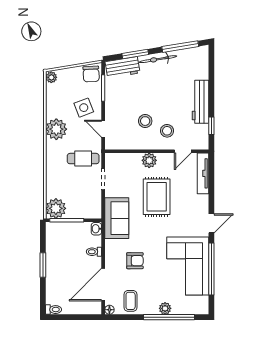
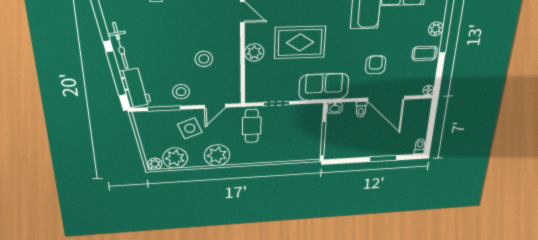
window: (135, 54) -> (116, 74), width x1.44
chair: (91, 74) -> (147, 123), removed
stool: (167, 131) -> (181, 92), moved
plant: (56, 208) -> (175, 158), moved
window: (43, 265) -> (383, 158), moved
door: (103, 285) -> (386, 99), moved
coffee table: (131, 301) -> (425, 53), moved

